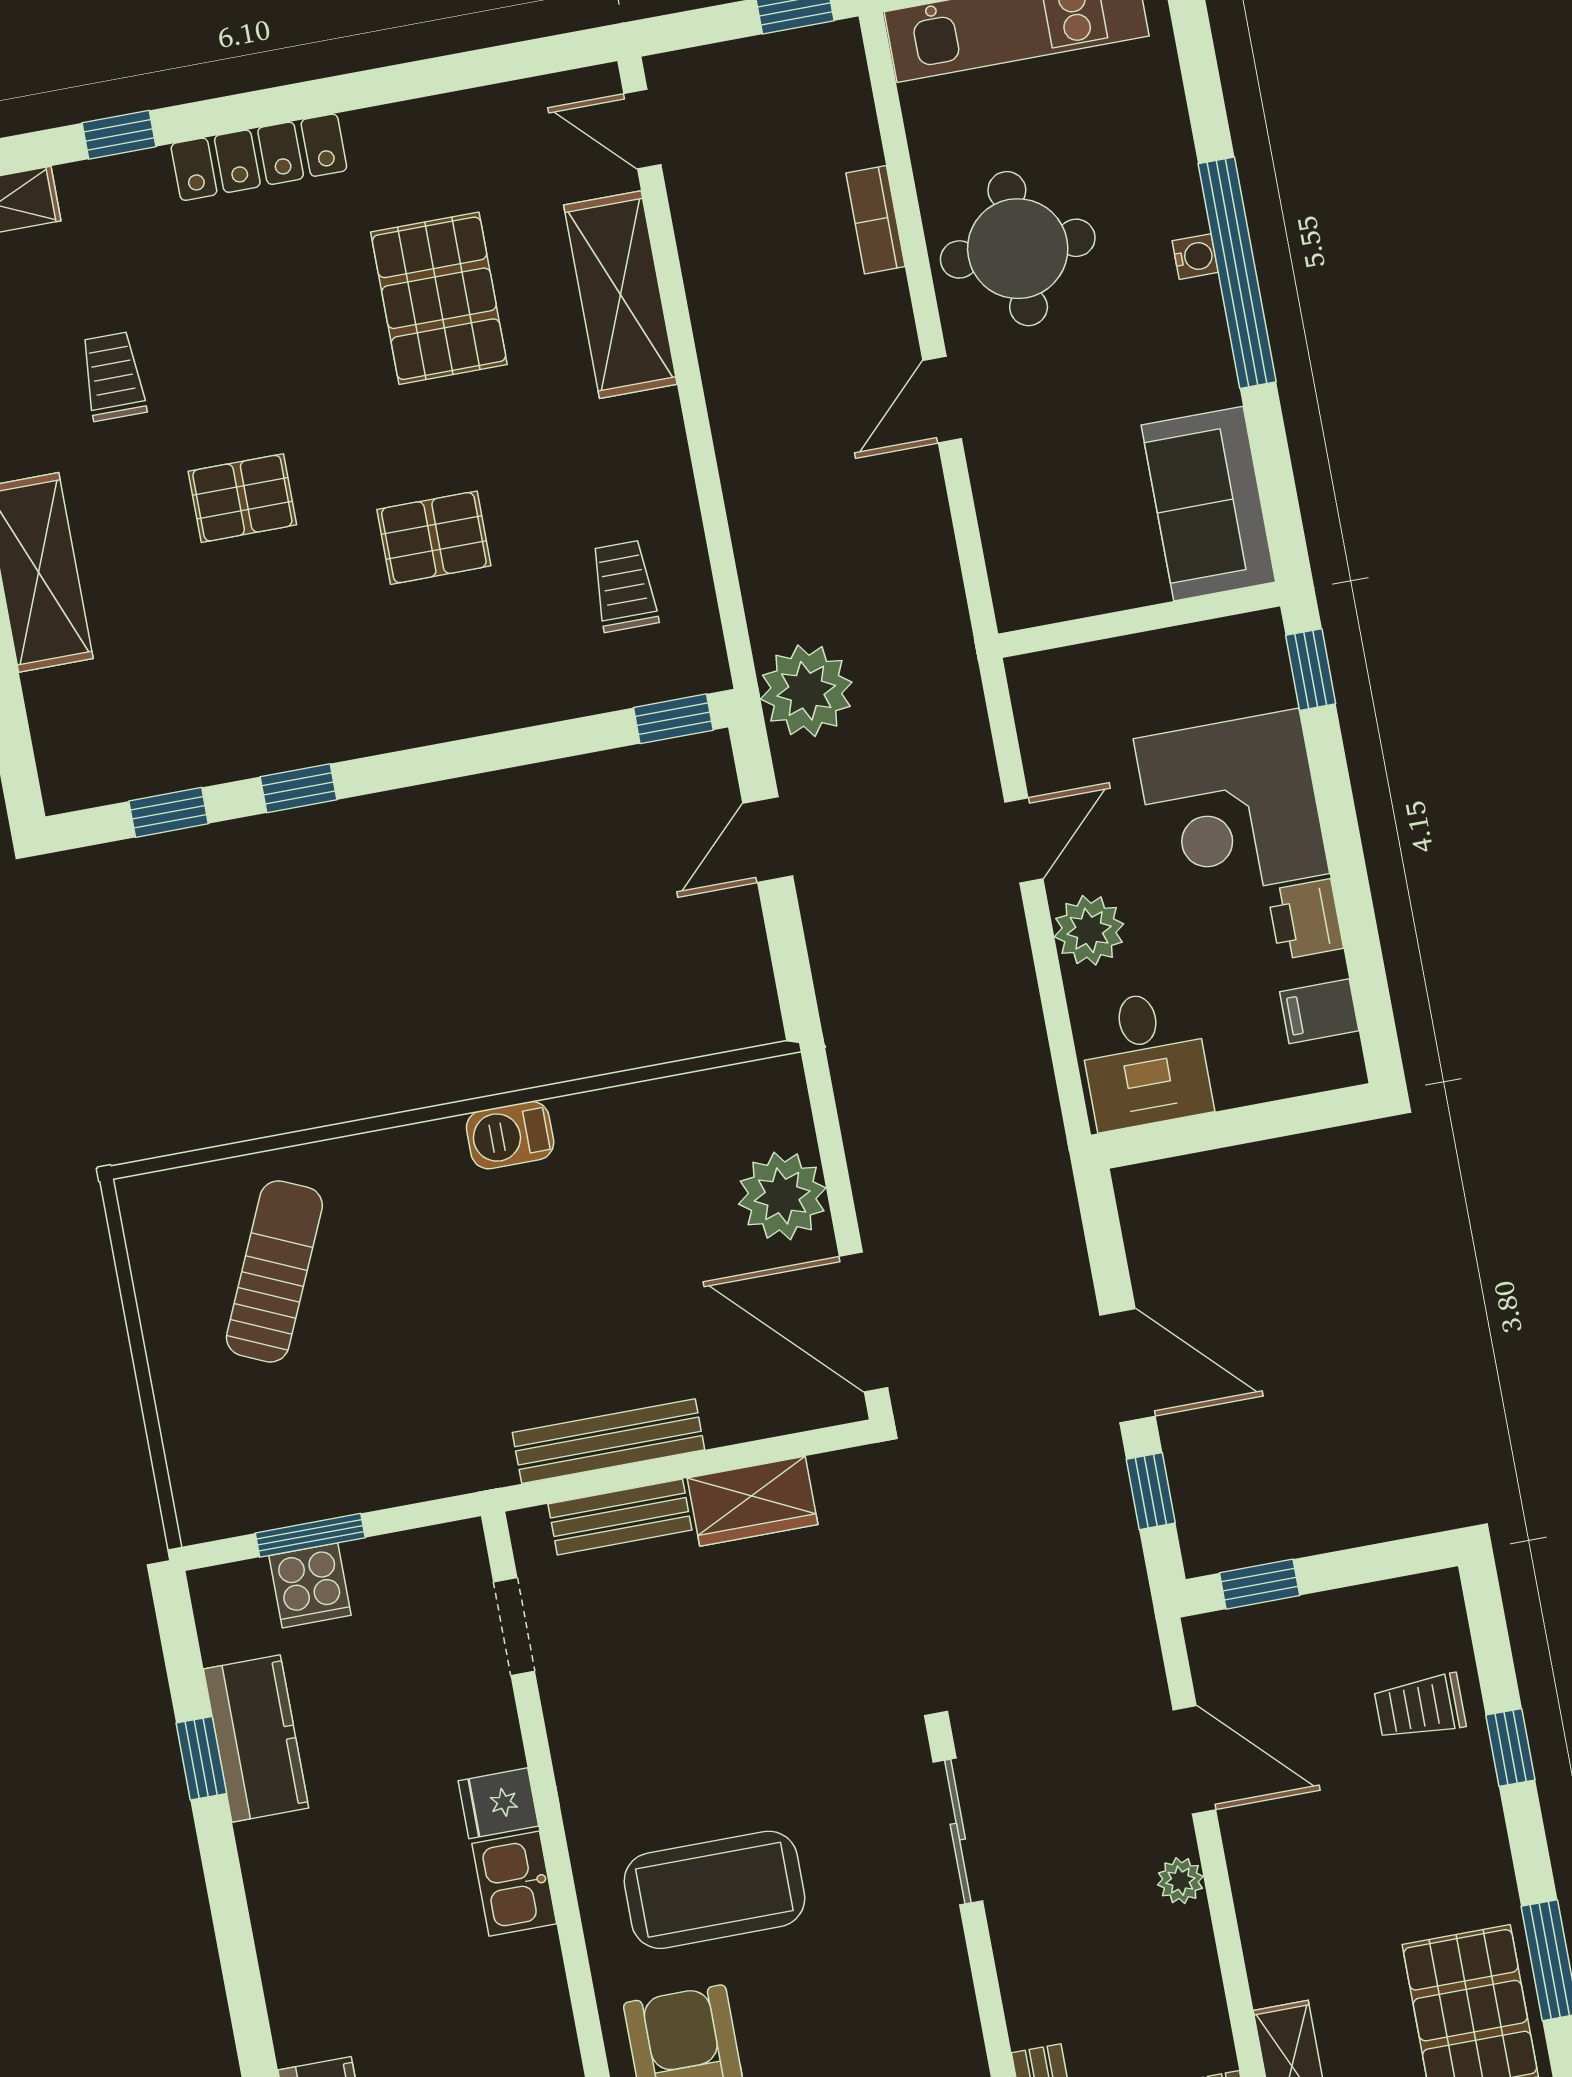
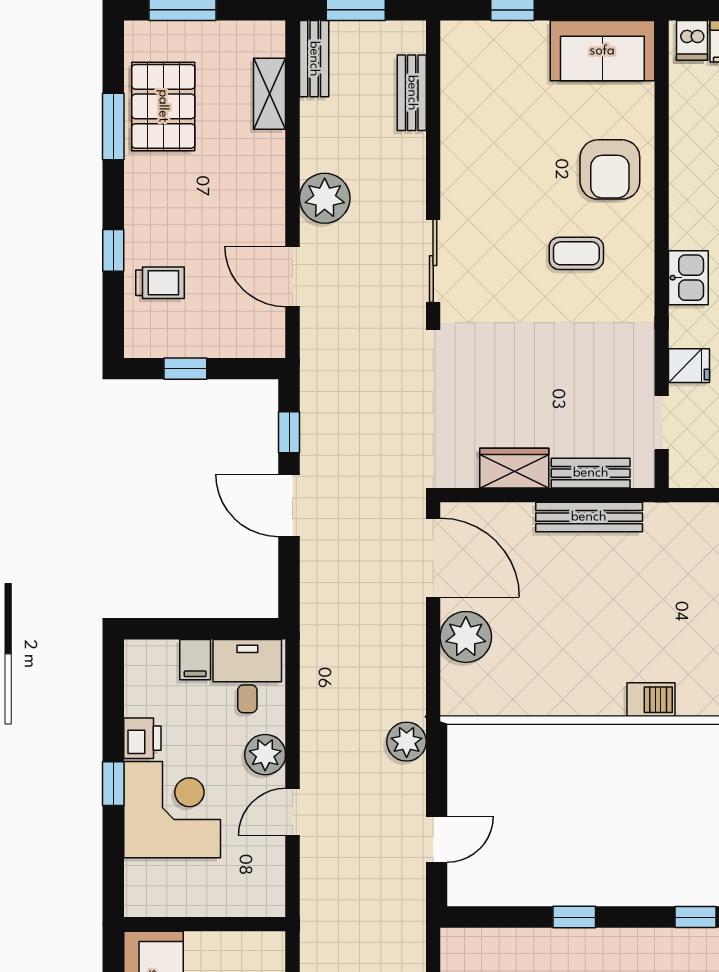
window: (1311, 670) -> (113, 784), moved
plant: (806, 691) -> (407, 742), moved, width x0.73, depth x0.73
window: (673, 719) -> (574, 917), moved
filing cabinet: (1319, 1011) -> (195, 660), moved, turned 90
barbecue: (510, 1135) -> (651, 700), moved
window: (1260, 1584) -> (185, 369), moved
fridge: (498, 1803) -> (689, 366), moved
plant: (1180, 1881) -> (325, 198), width x1.87, depth x1.87
coffee table: (714, 1890) -> (576, 253), width x0.54, depth x0.58

